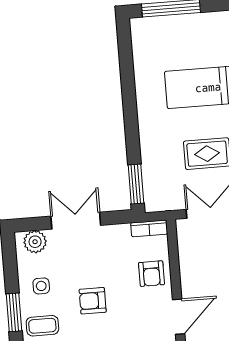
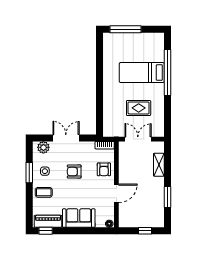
window: (136, 184) -> (99, 121), removed
armchair: (93, 301) -> (74, 172), moved
window: (14, 312) -> (29, 173), moved

